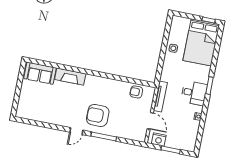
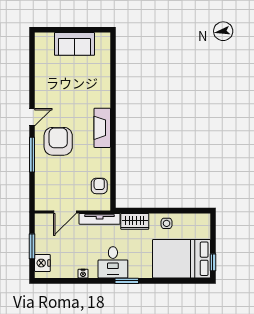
wardrobe: (167, 71) -> (135, 221), added
sofa: (40, 73) -> (74, 44), moved, turned -90
fireplace: (70, 77) -> (102, 128), moved
door: (76, 131) -> (32, 117), swing flipped
nightstand: (159, 139) -> (42, 263), moved

